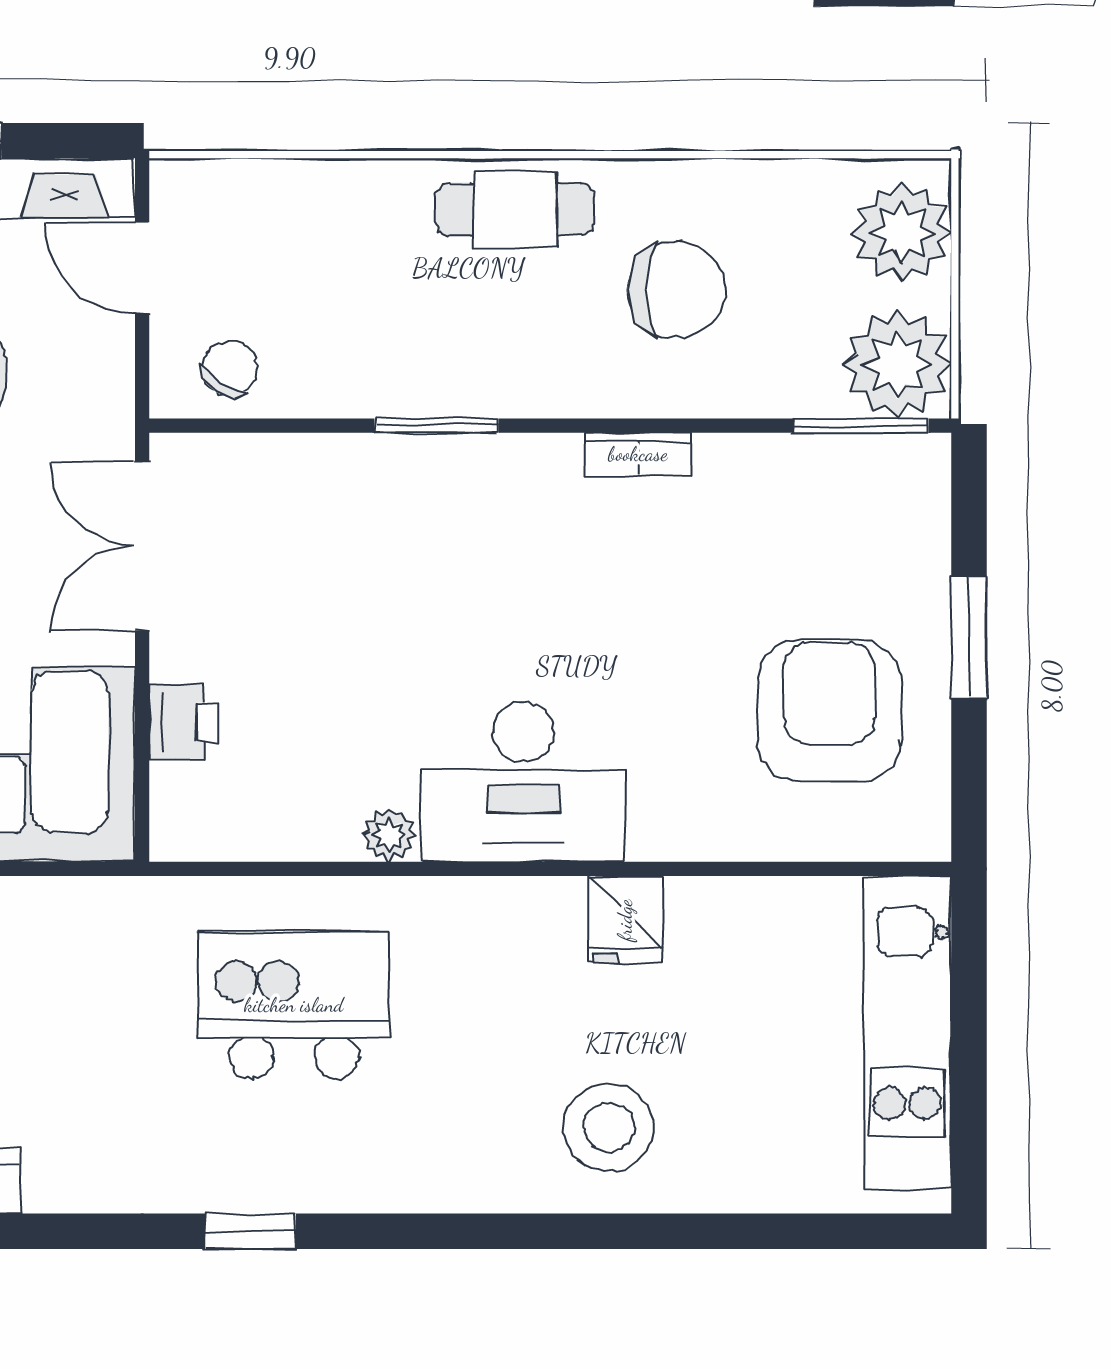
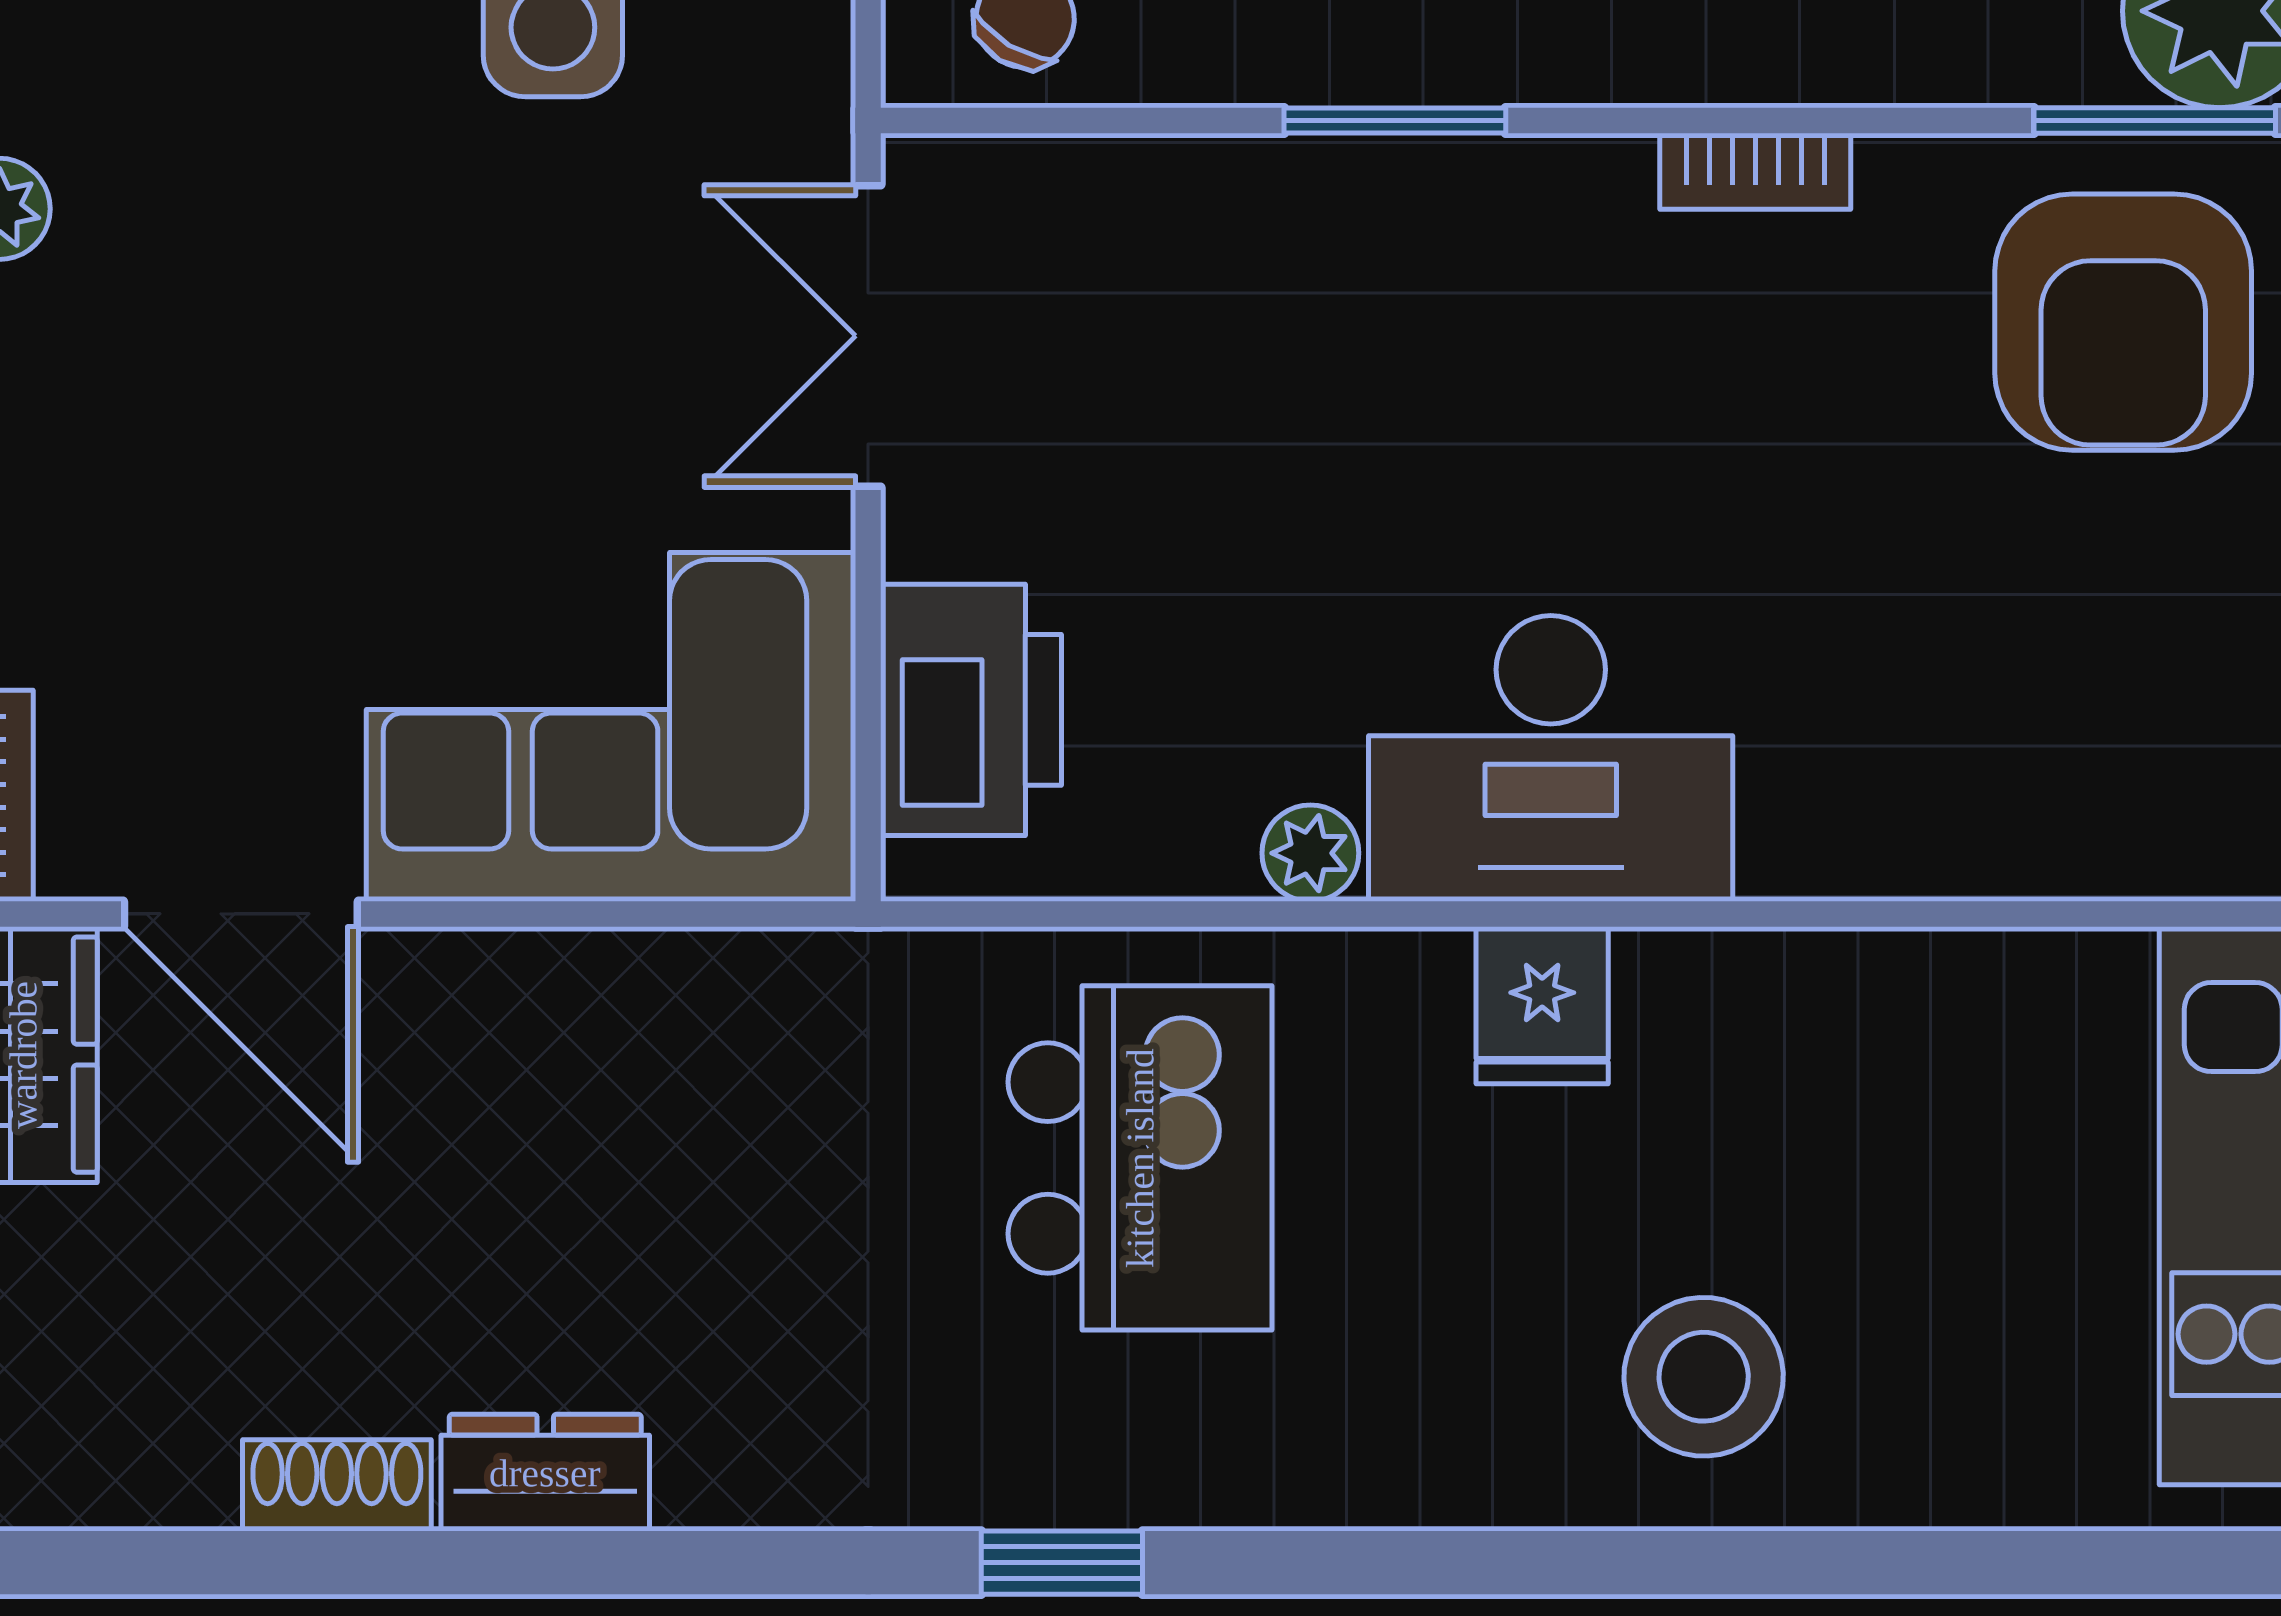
armchair: (829, 711) -> (2123, 322), moved, turned 180
printer: (183, 722) -> (971, 710), width x1.87, depth x1.48
fridge: (625, 920) -> (1542, 1005), moved
kitchen island: (294, 1005) -> (1140, 1158), turned 90

